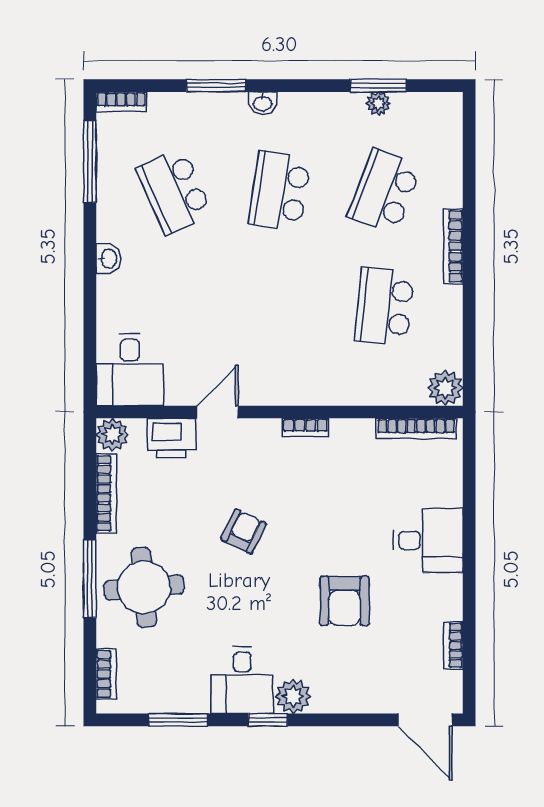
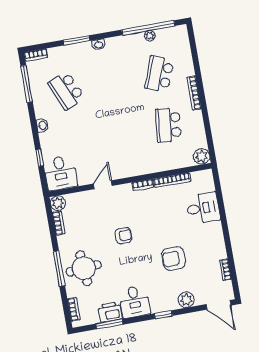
window: (378, 86) -> (148, 28), width x2.11
school desk: (279, 191) -> (113, 82), removed
window: (90, 328) -> (40, 158), added
bookcase: (416, 428) -> (172, 180), moved
printer: (171, 438) -> (110, 312), moved, turned 180
bookcase: (106, 493) -> (59, 223), width x0.64
armchair: (243, 531) -> (123, 236), turned 64
desk: (428, 540) -> (203, 208), moved
armchair: (344, 601) -> (174, 259), turned 90
plant: (293, 696) -> (186, 300), moved
window: (268, 720) -> (163, 315), moved

